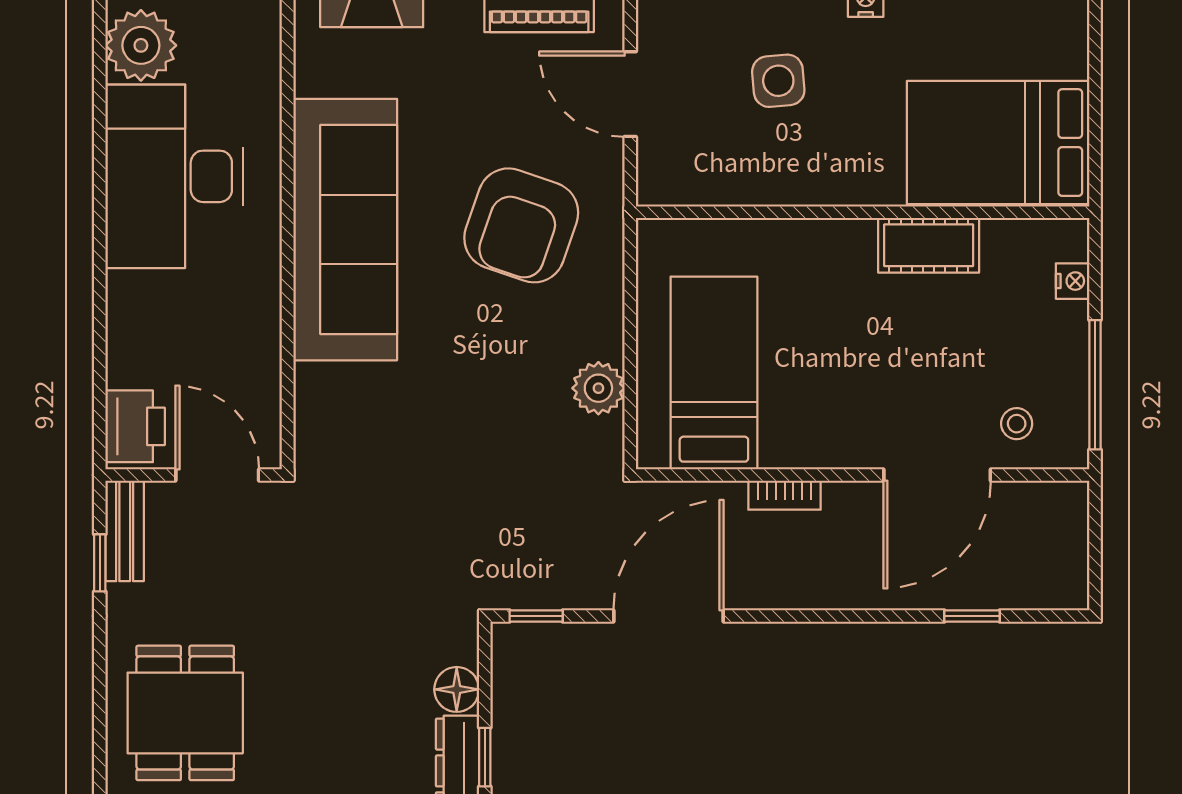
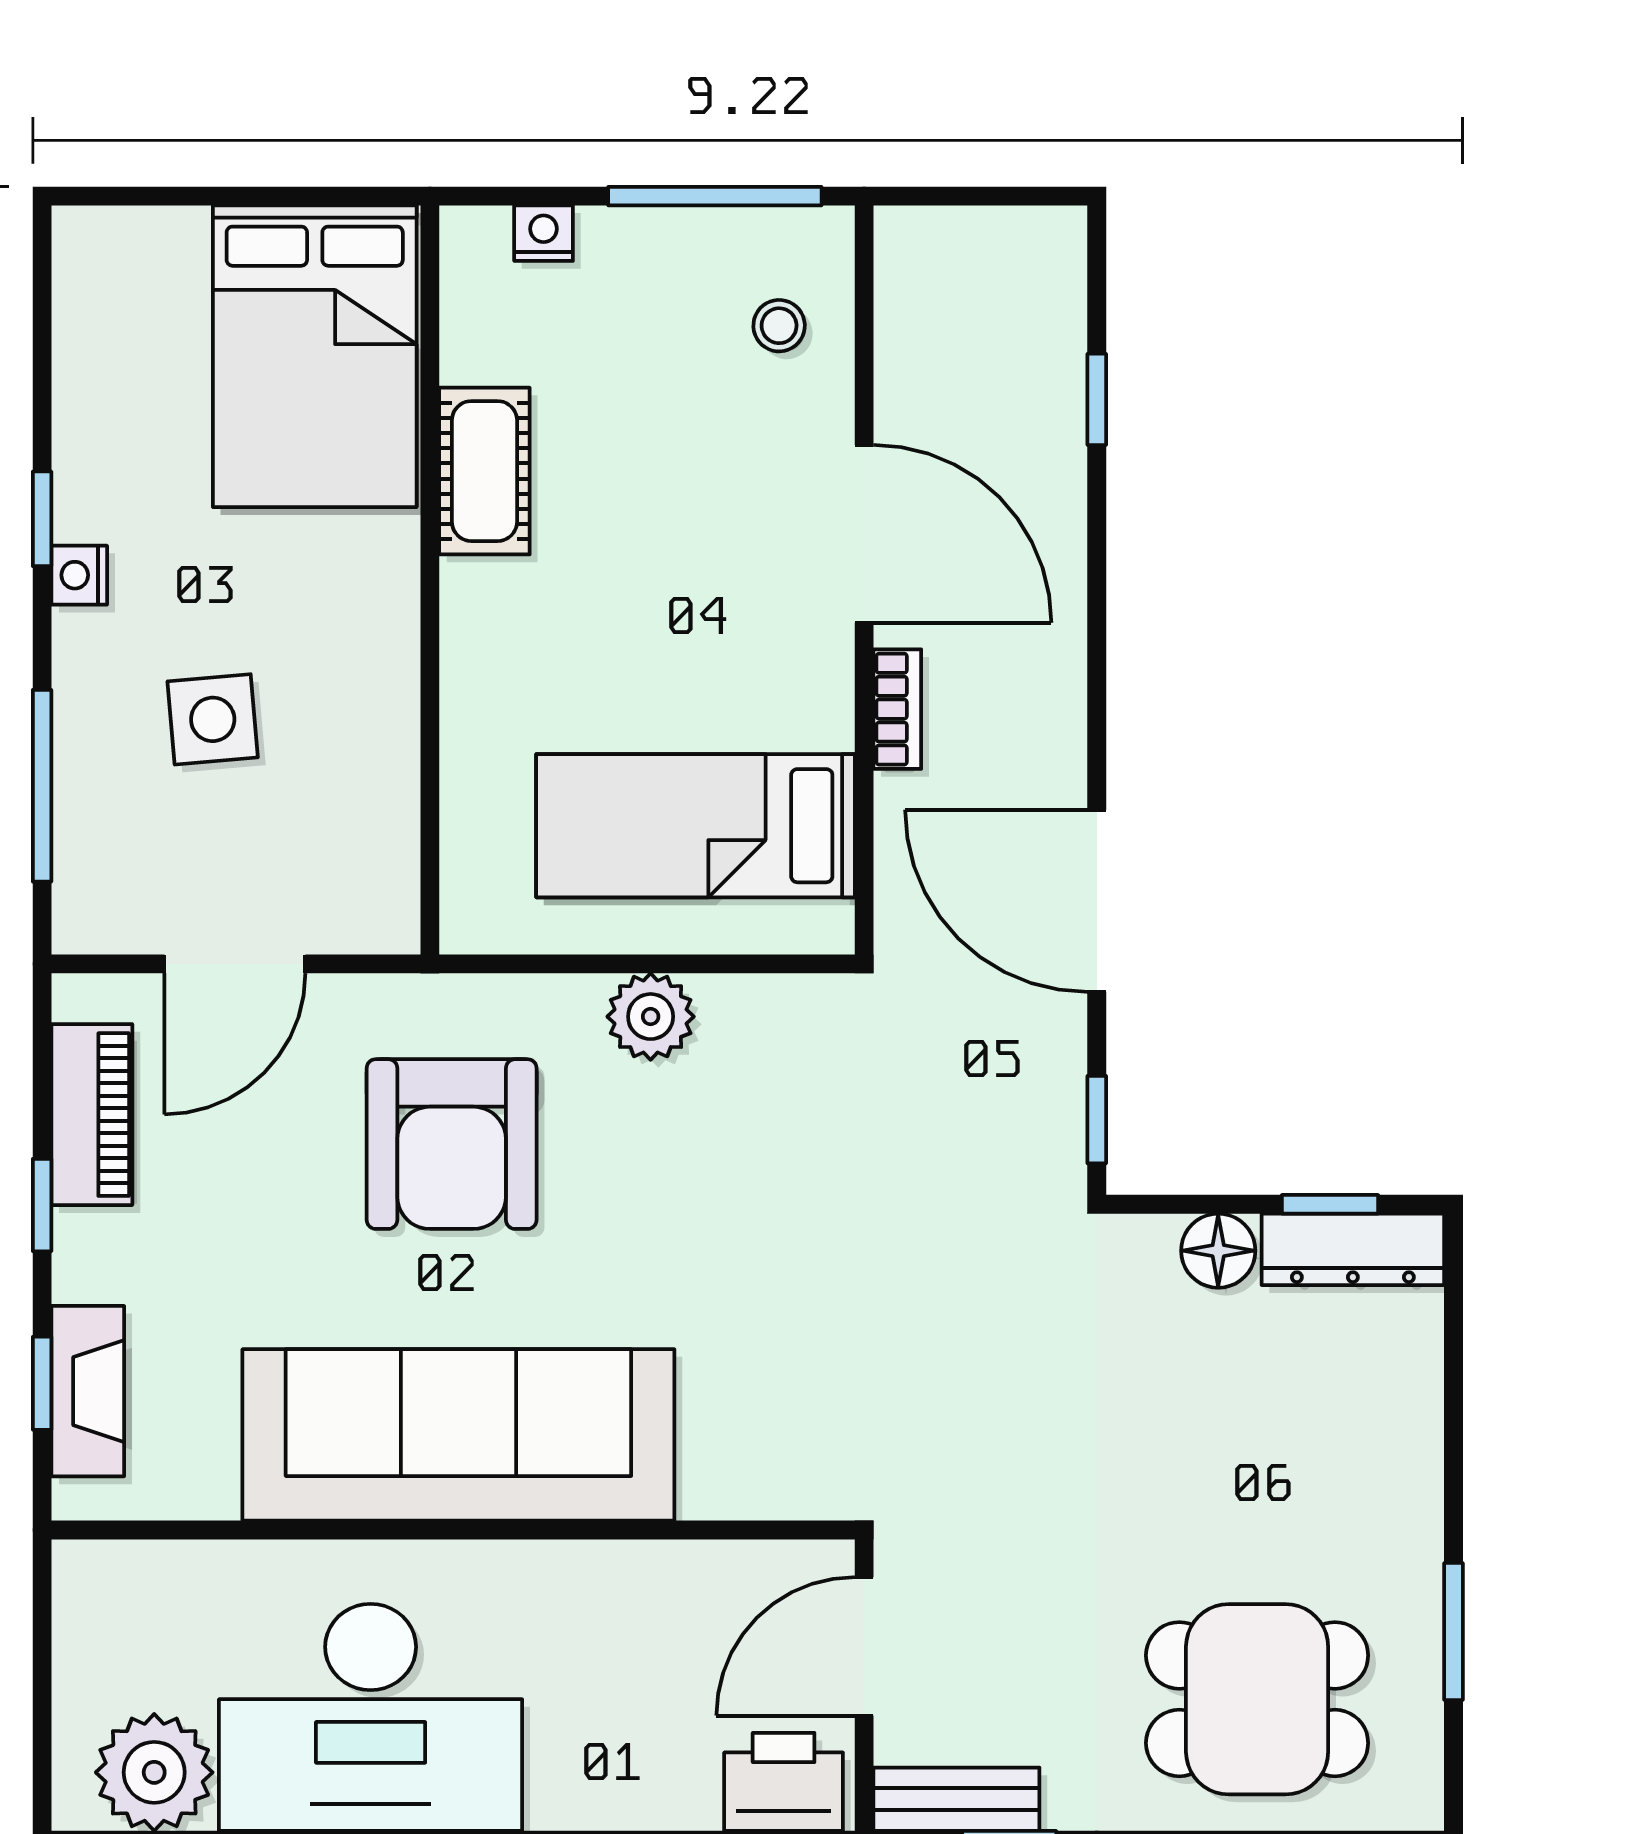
armchair: (521, 225) -> (452, 1144), turned 71
plant: (598, 388) -> (651, 1017), moved
door: (937, 475) -> (864, 534), moved

